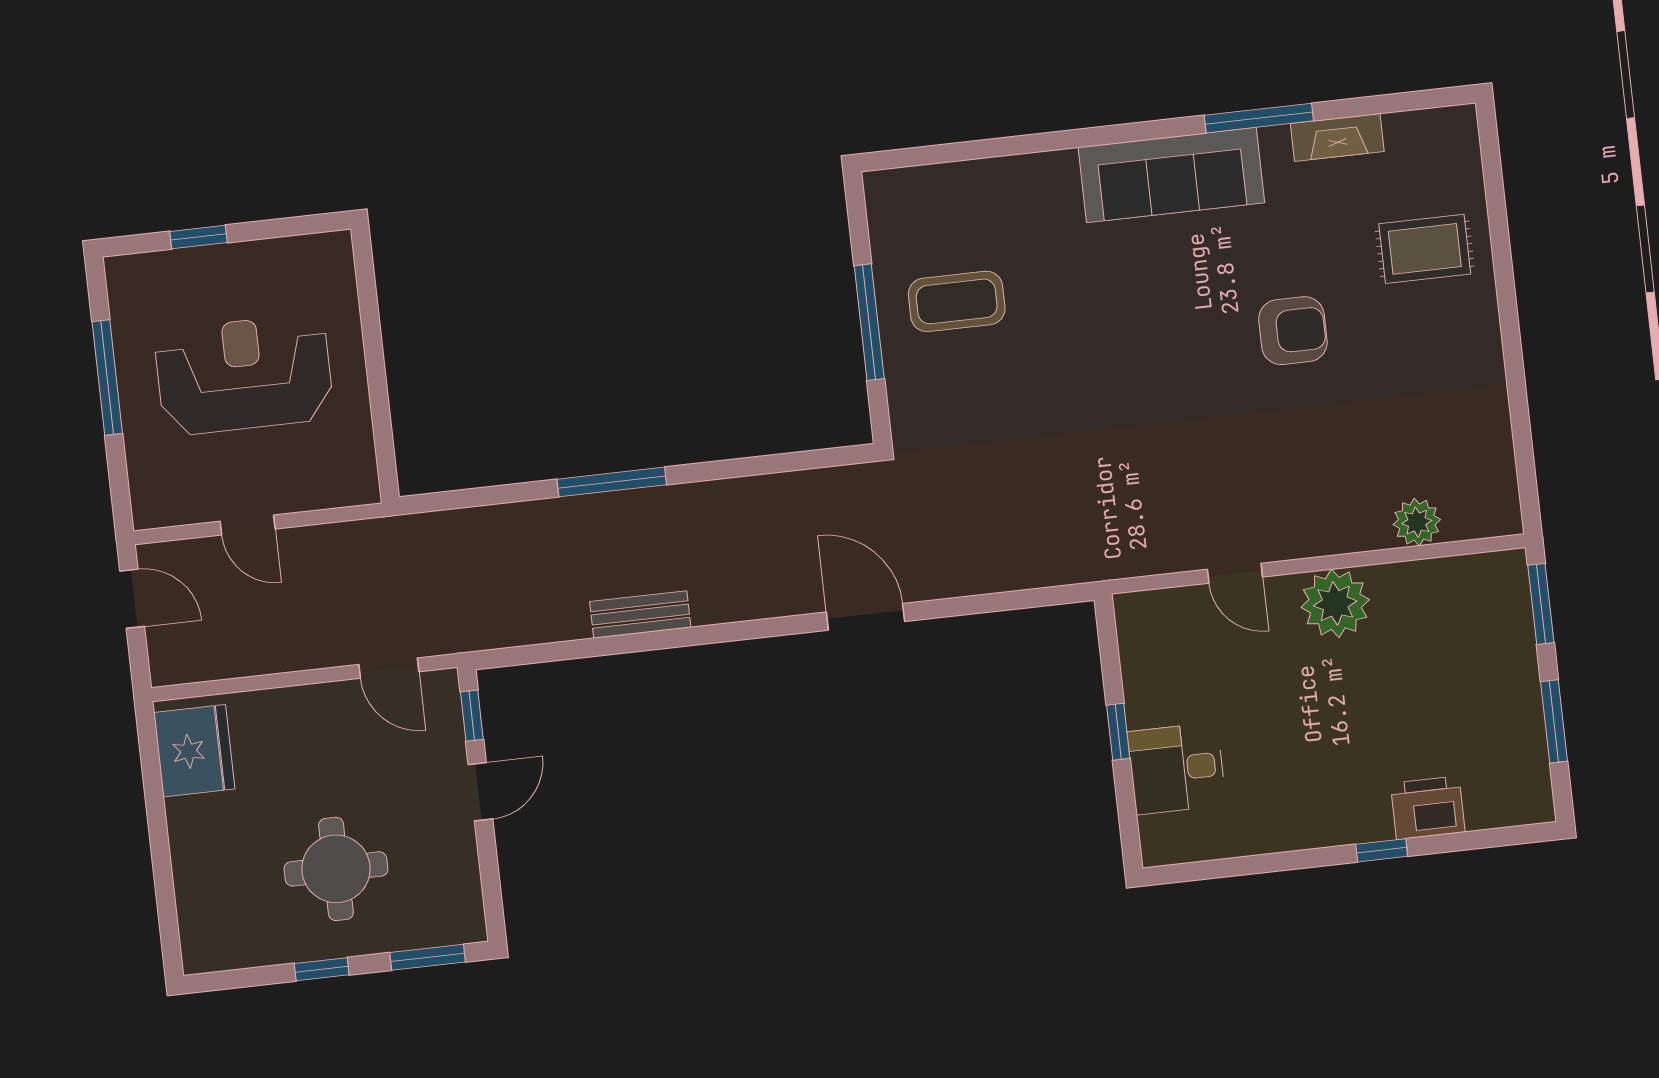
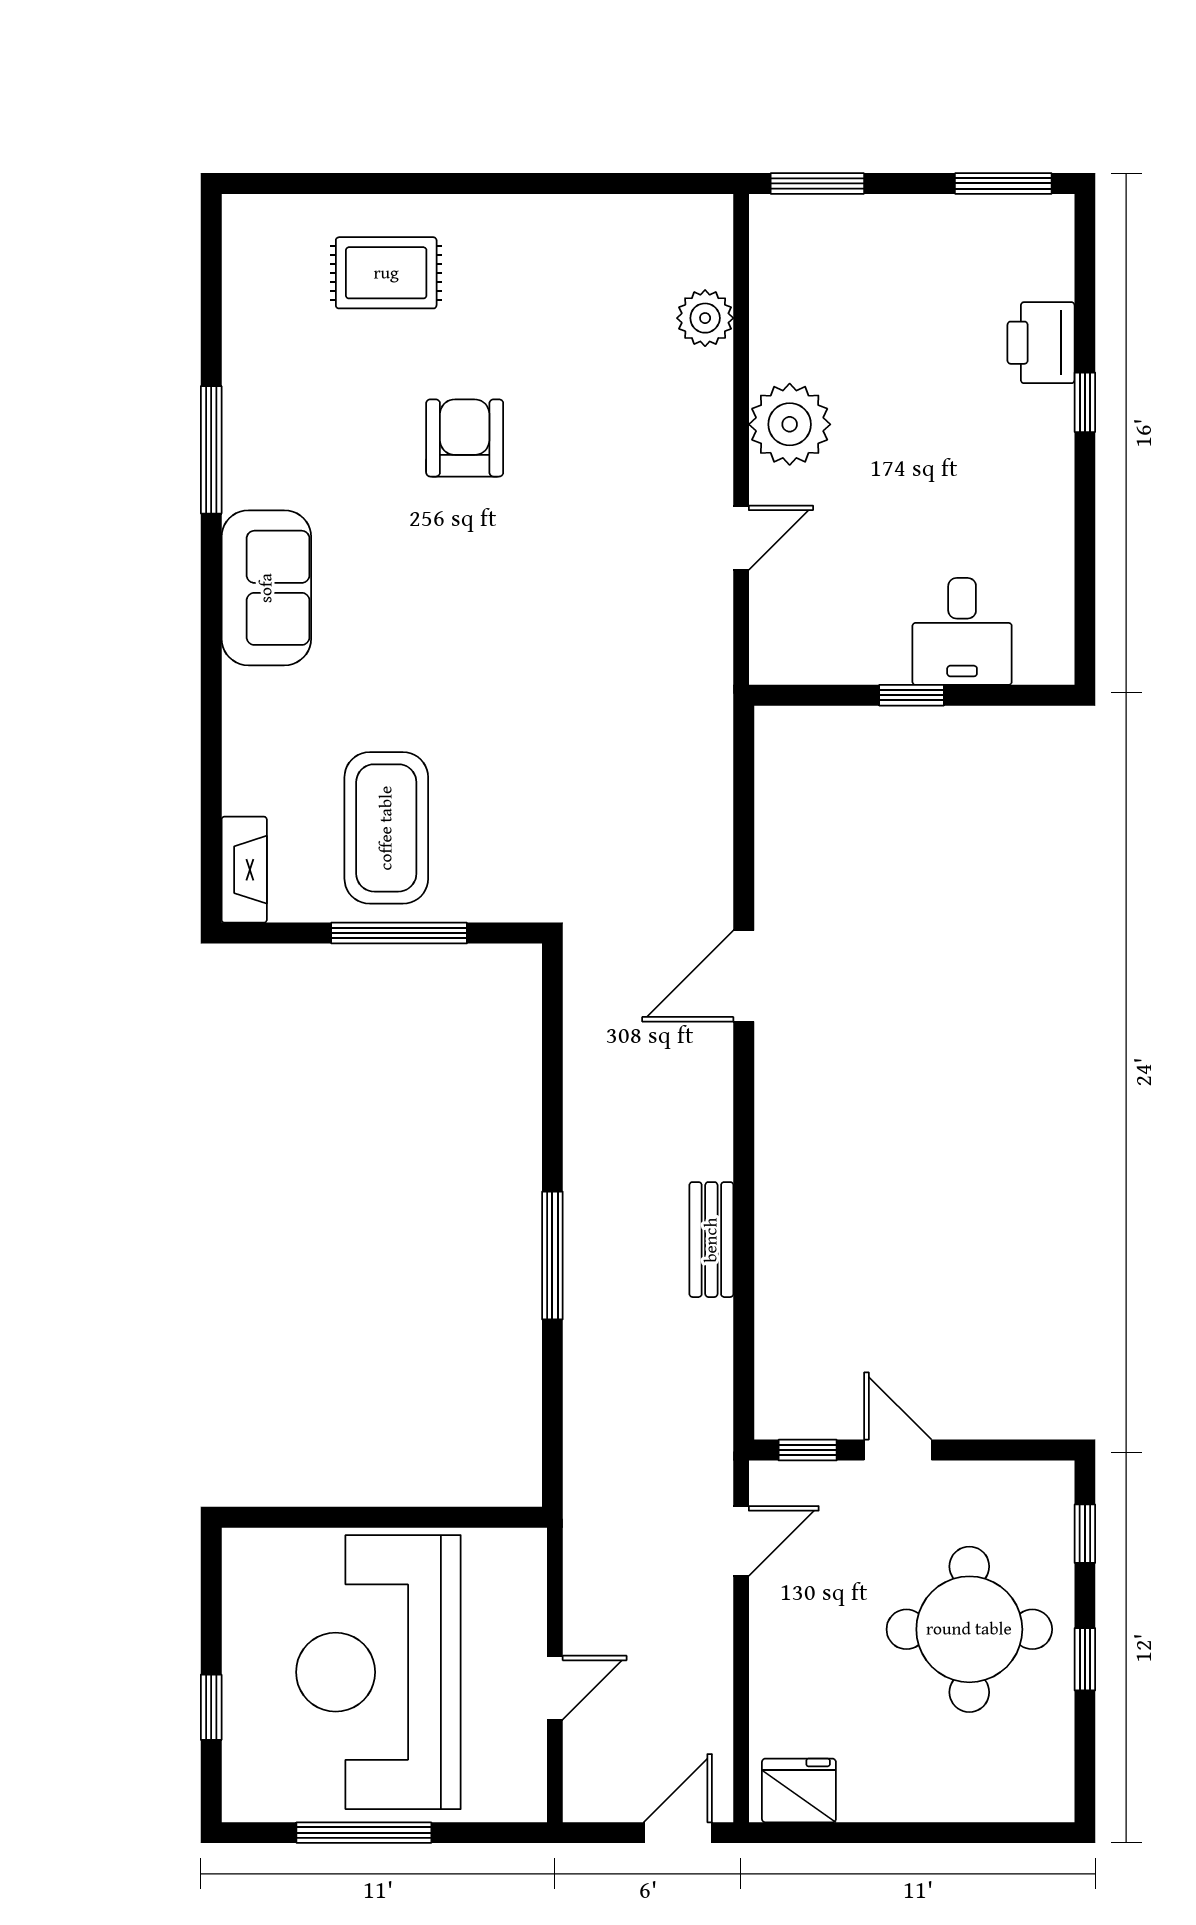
fireplace: (1337, 137) -> (244, 870), moved
sofa: (1171, 175) -> (266, 588), width x0.73
rug: (1425, 249) -> (386, 273), turned 90
coffee table: (957, 301) -> (386, 828), width x1.36, depth x1.32
reception desk: (244, 375) -> (378, 1672), width x1.36, depth x1.30
door: (132, 599) -> (678, 1833), moved
window: (1554, 721) -> (1003, 183), moved
fridge: (194, 751) -> (799, 1790), width x0.73, depth x0.75
round table: (336, 869) -> (969, 1629), width x1.36, depth x1.36
window: (428, 957) -> (1085, 1534), width x0.67

